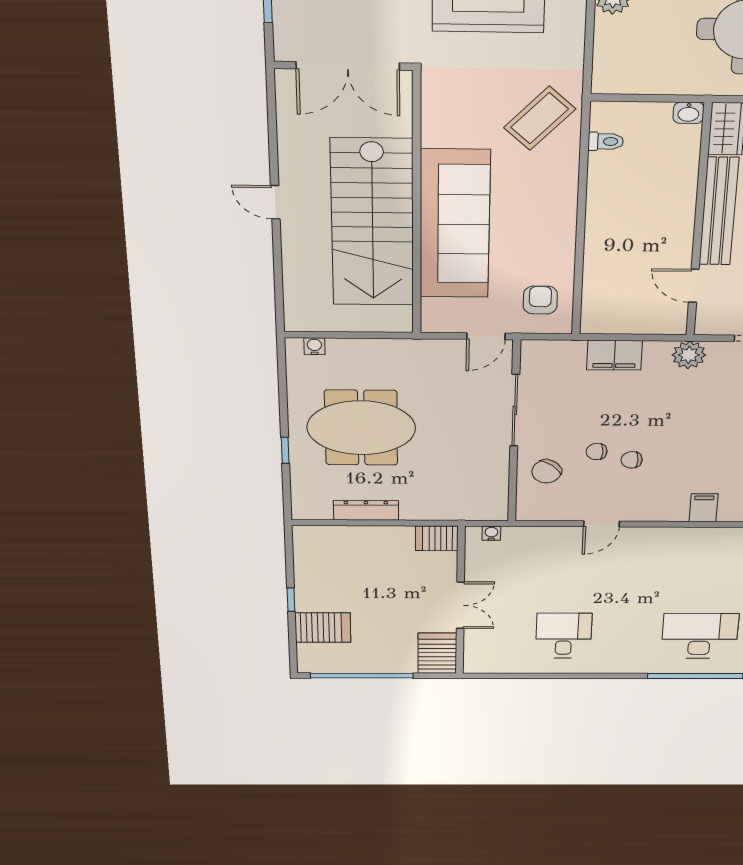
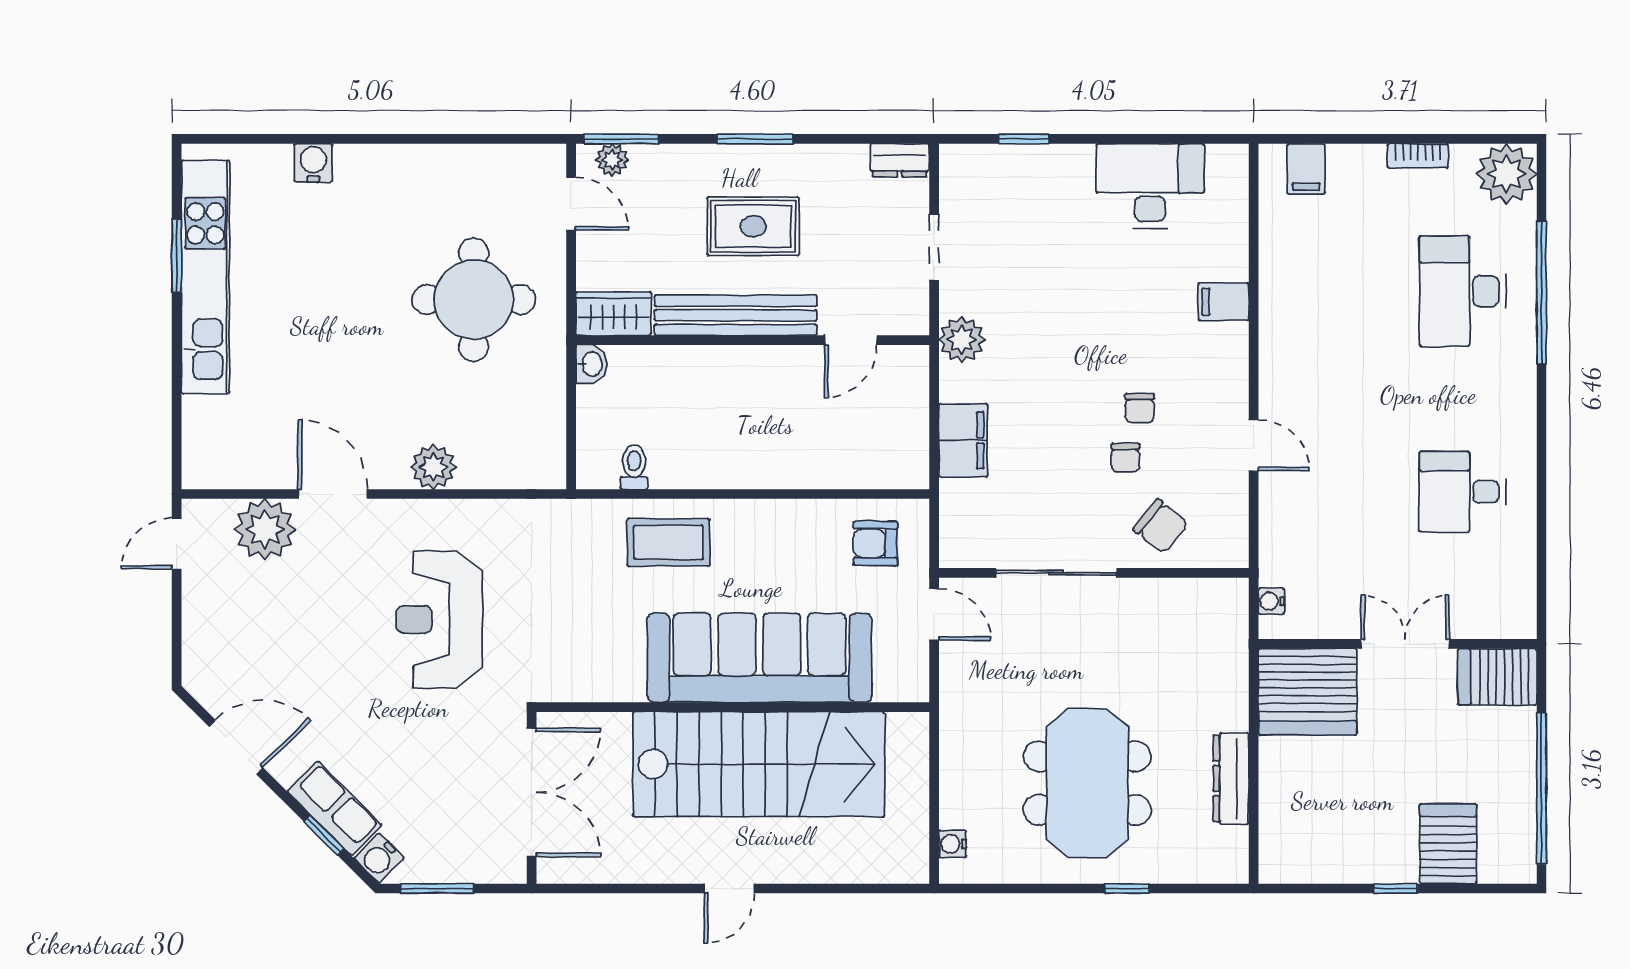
coffee table: (540, 118) -> (668, 542), moved, turned -43
server rack: (437, 538) -> (1308, 692), width x2.18, depth x1.44

